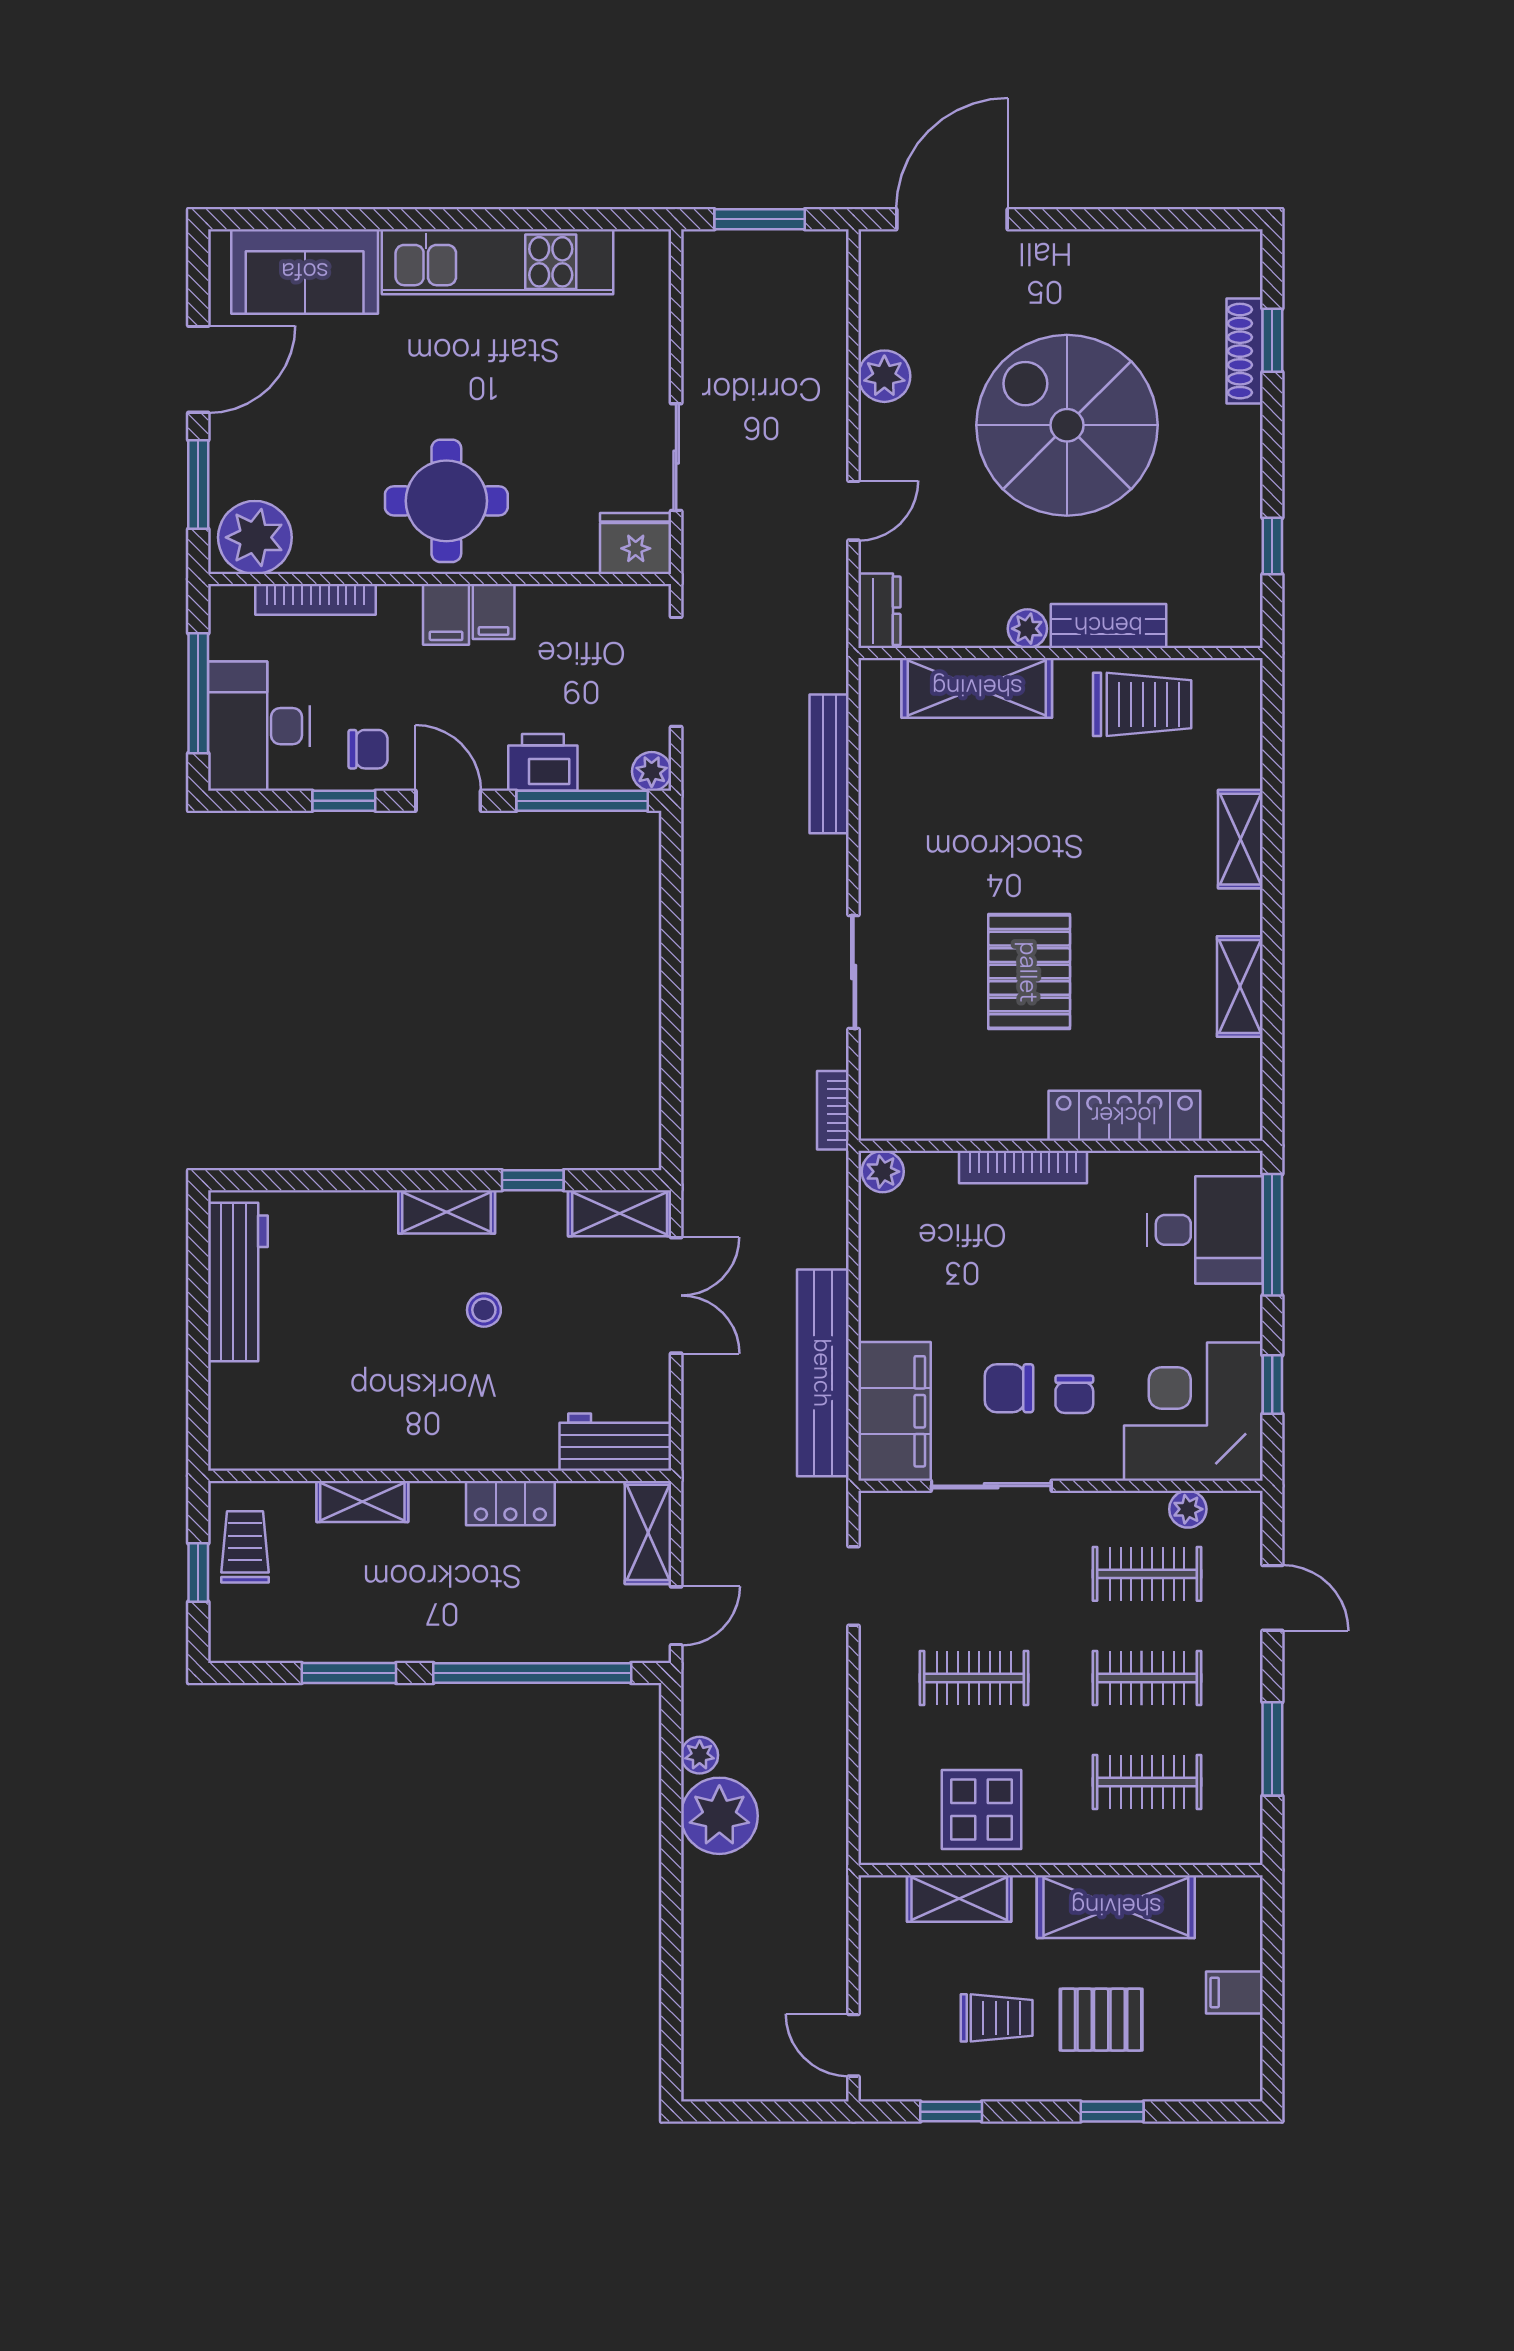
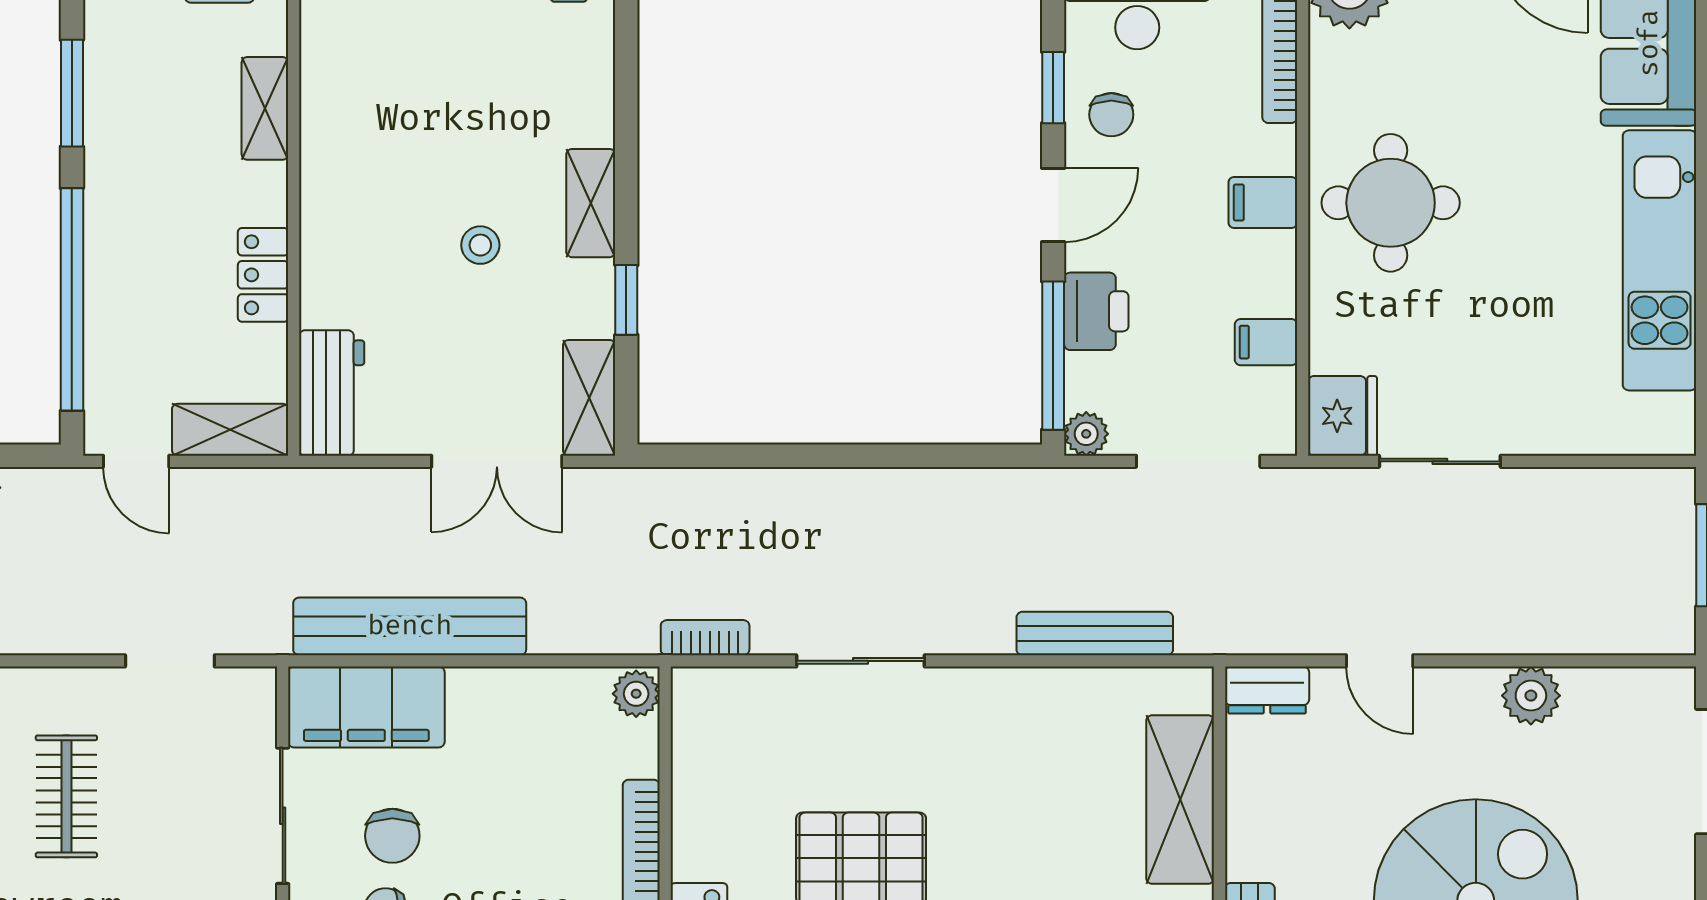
filing cabinet: (494, 612) -> (1266, 342), moved
plant: (1027, 629) -> (1247, 856), removed
chair: (1009, 1388) -> (392, 836), turned 180

